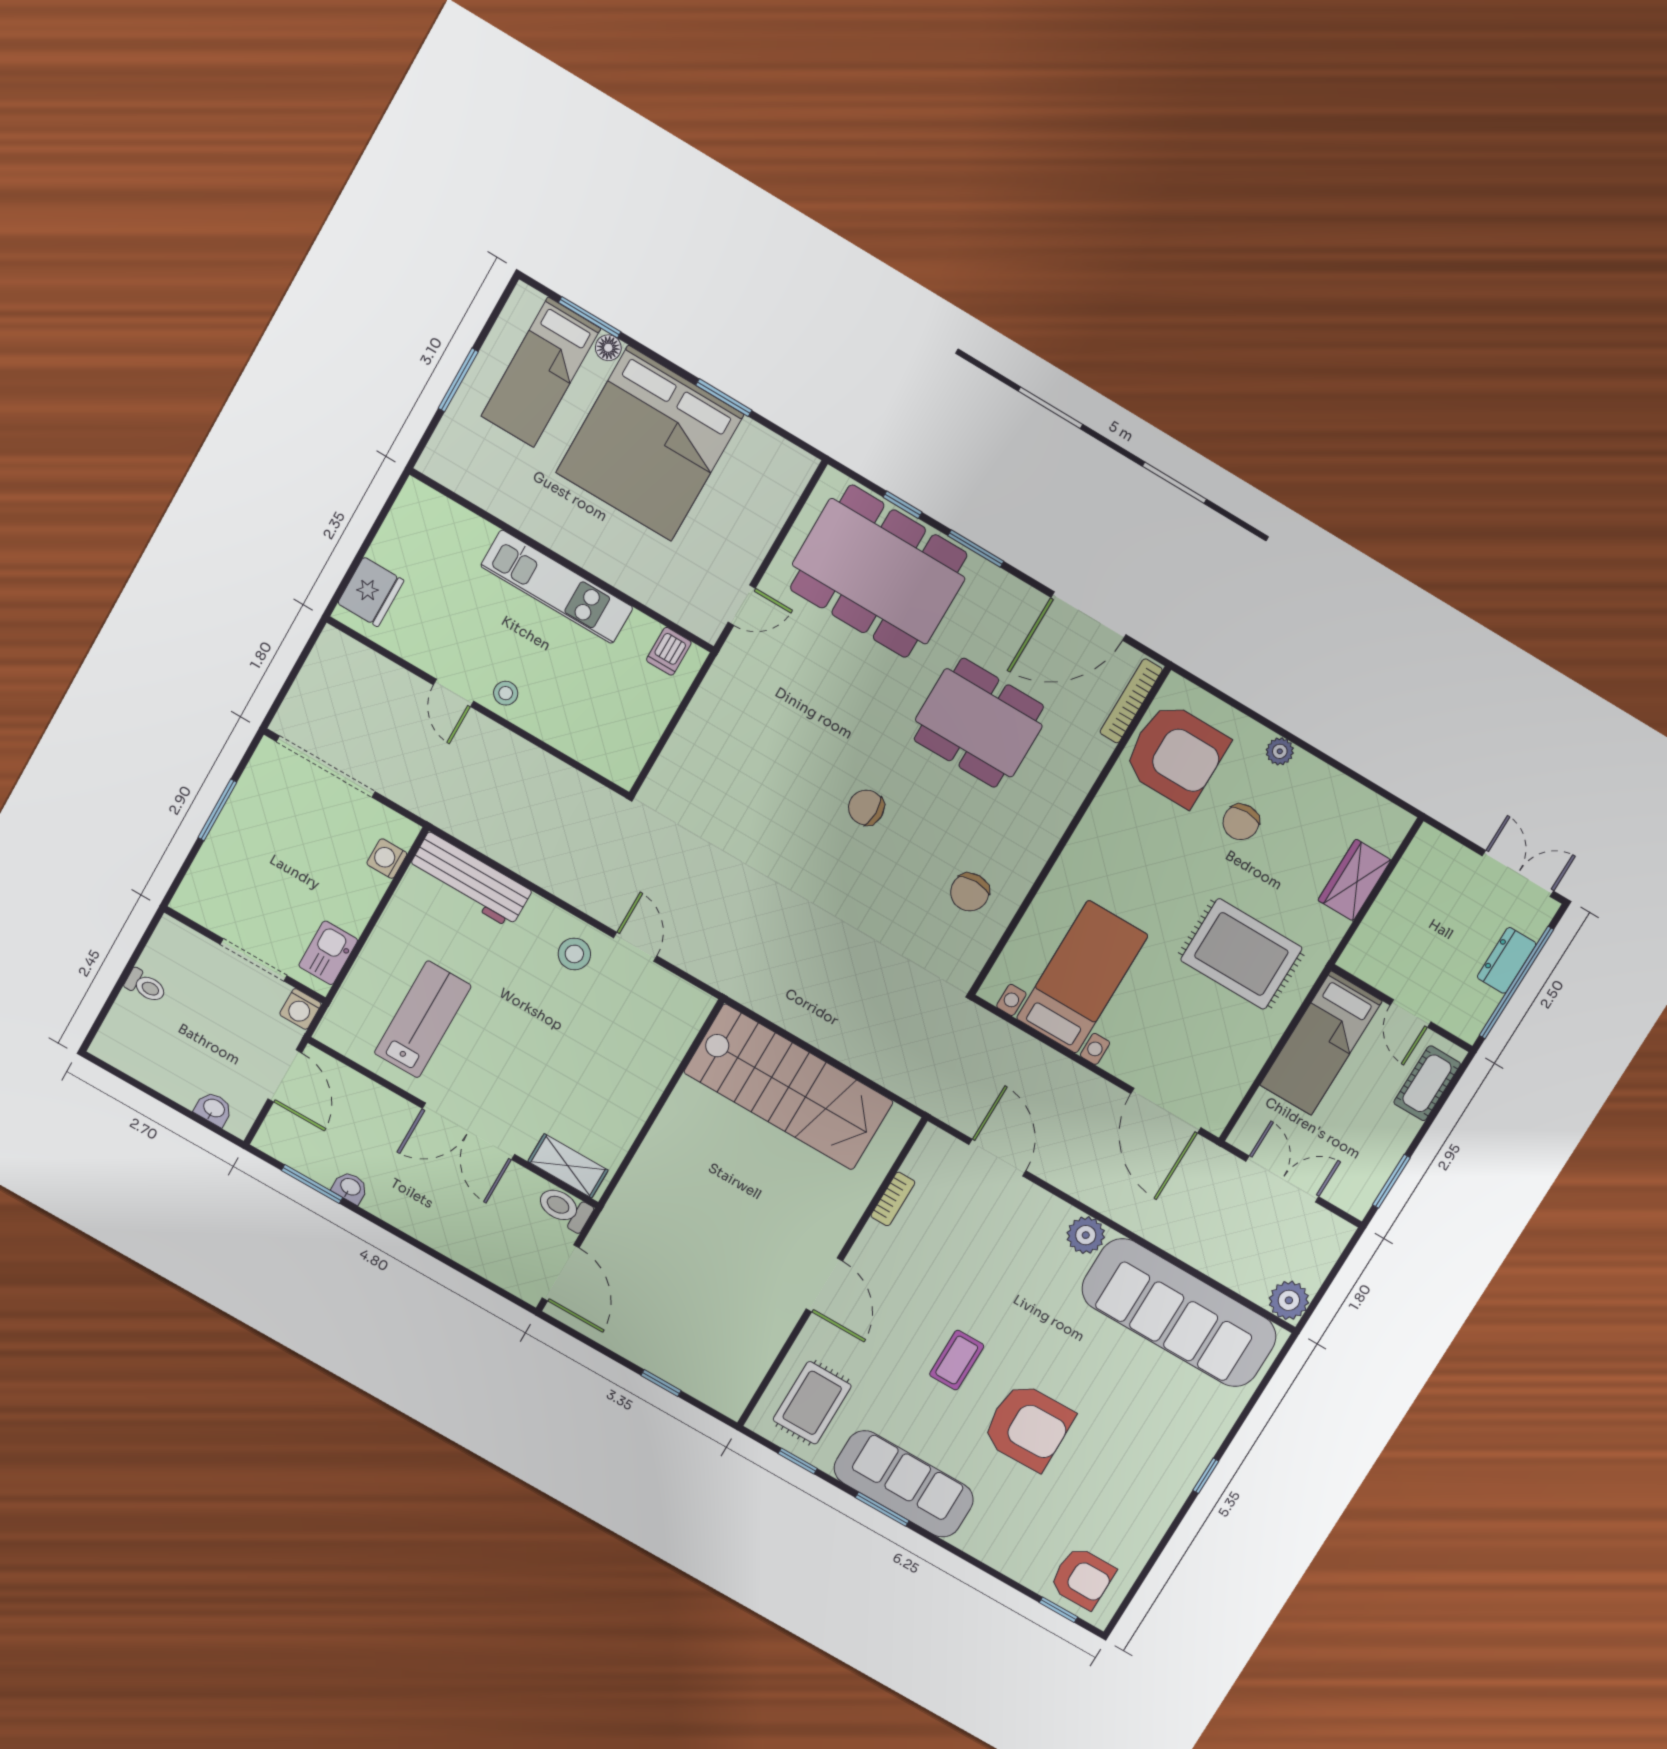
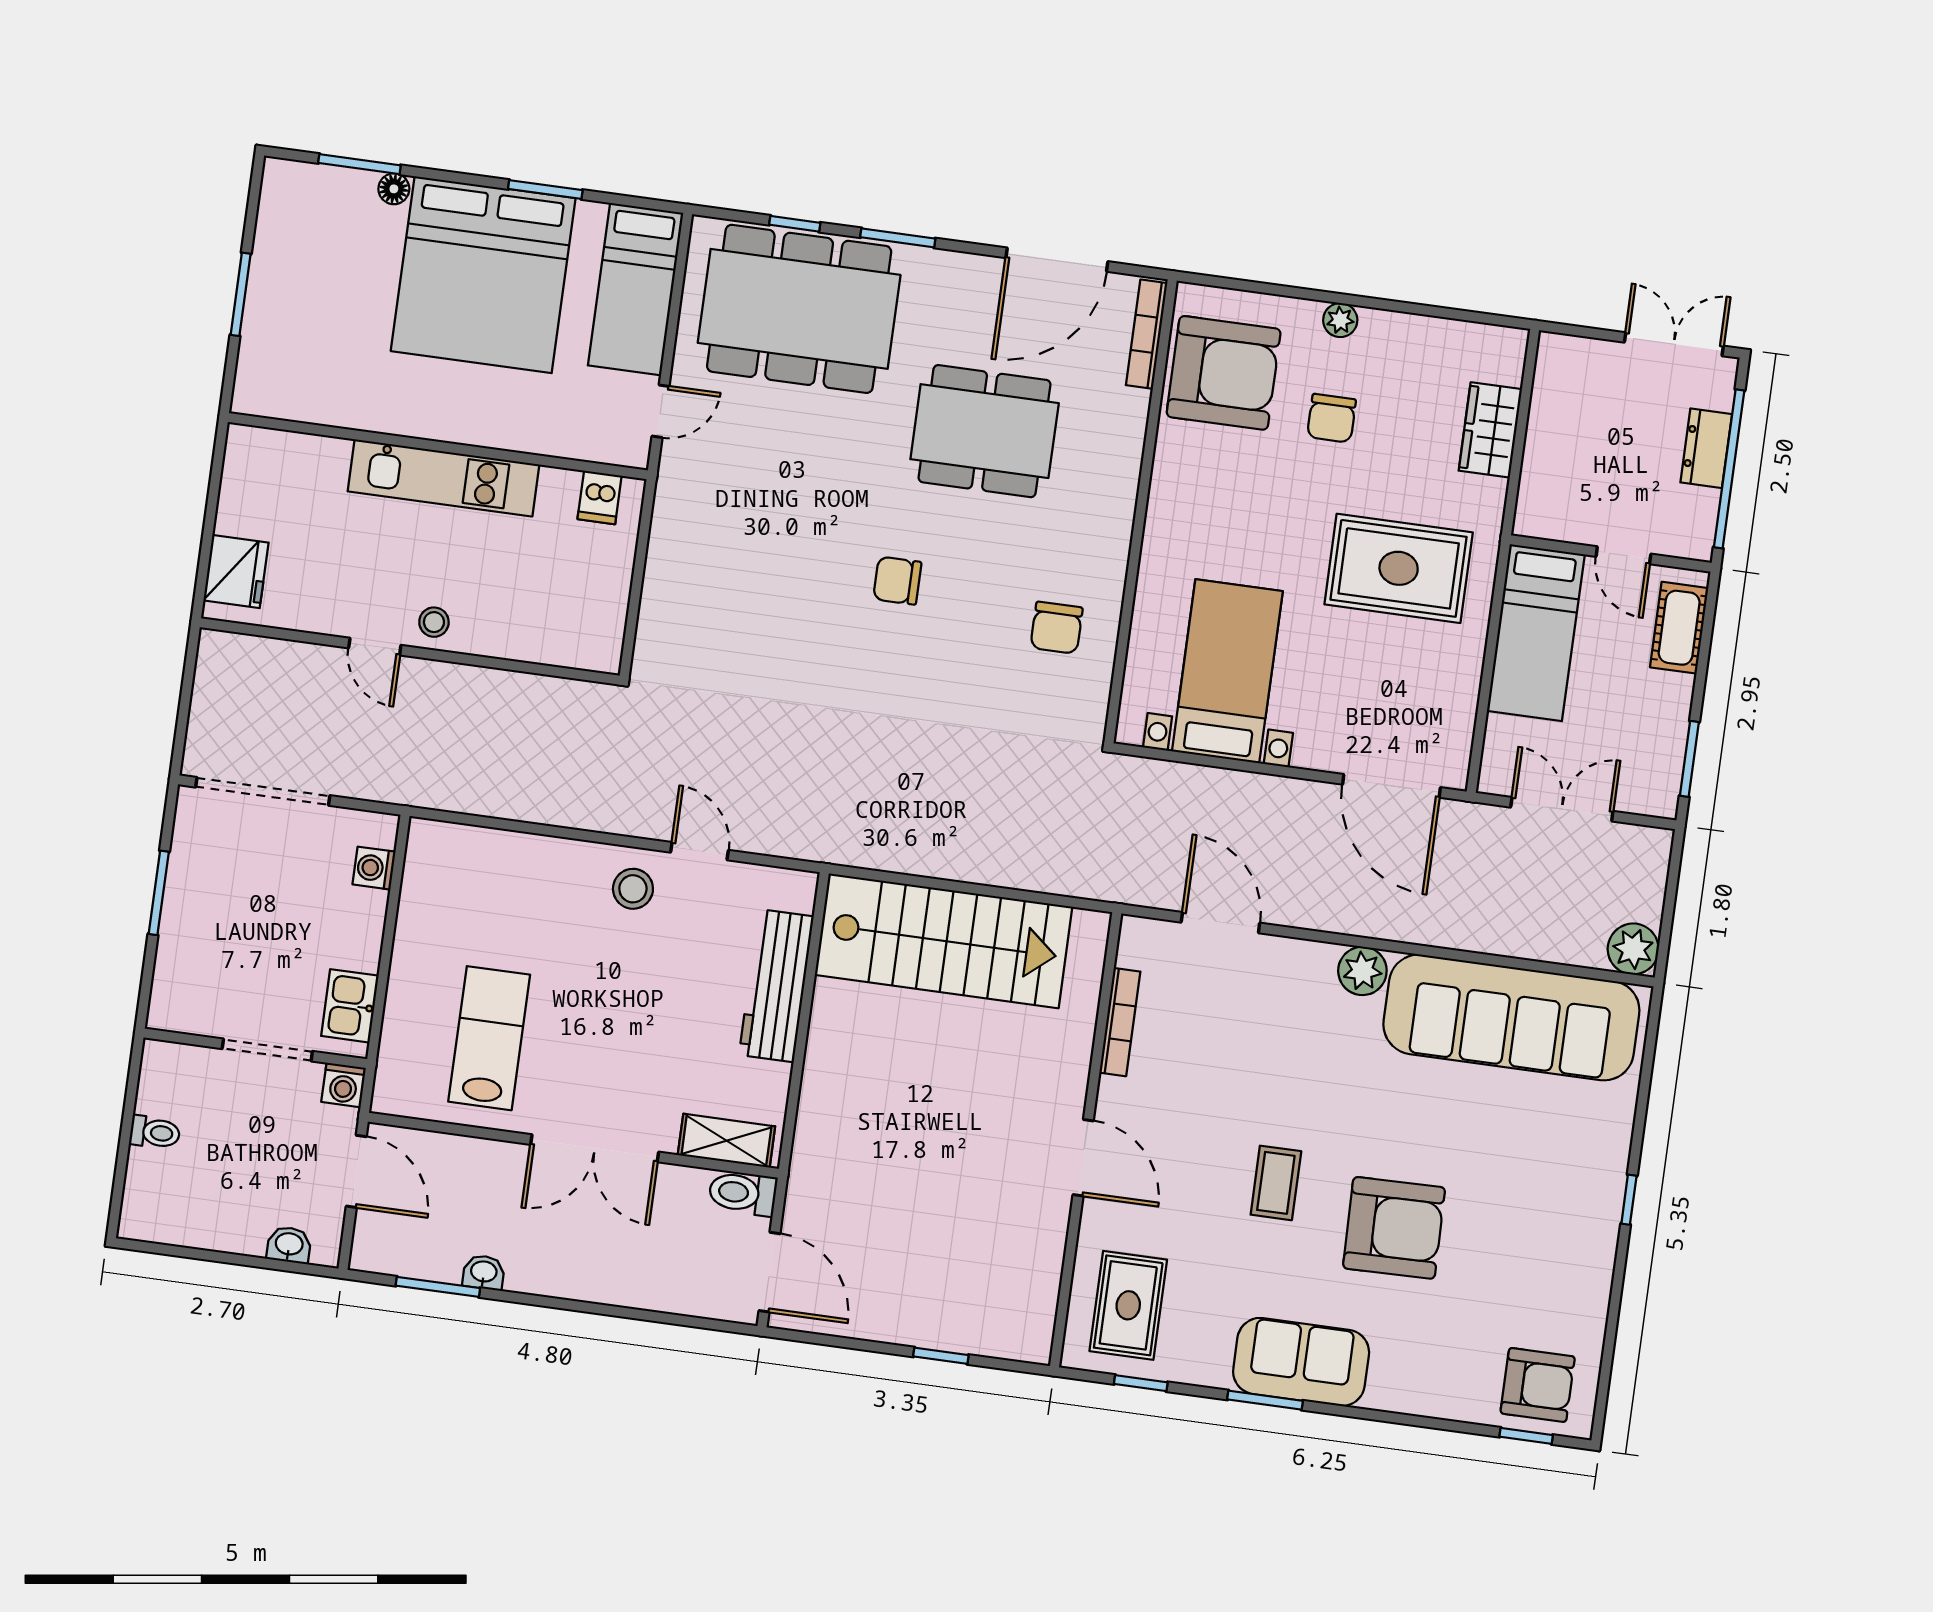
bed: (541, 372) -> (636, 289), moved
workbench: (470, 880) -> (776, 986), moved, turned 90
bookcase: (893, 1199) -> (1120, 1022), width x1.56
sofa: (904, 1484) -> (1301, 1362), width x0.73

